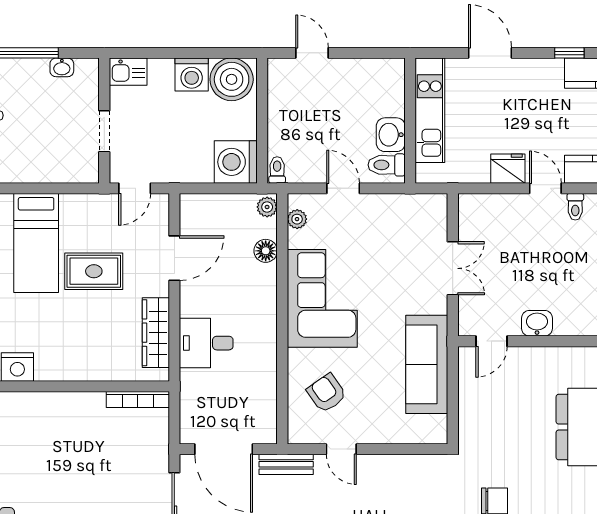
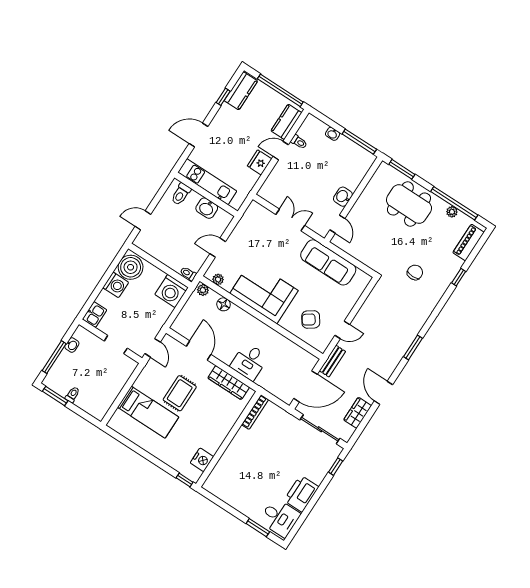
toilet: (387, 165) -> (181, 194), moved

